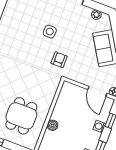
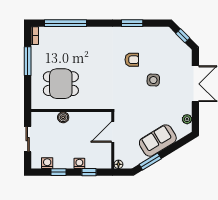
armchair: (59, 60) -> (132, 60), moved
door: (97, 91) -> (113, 132), moved

